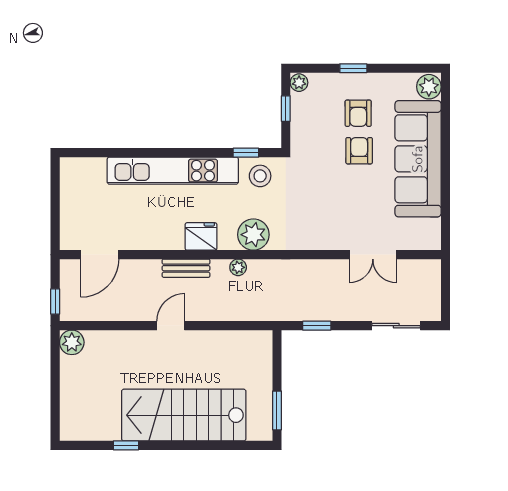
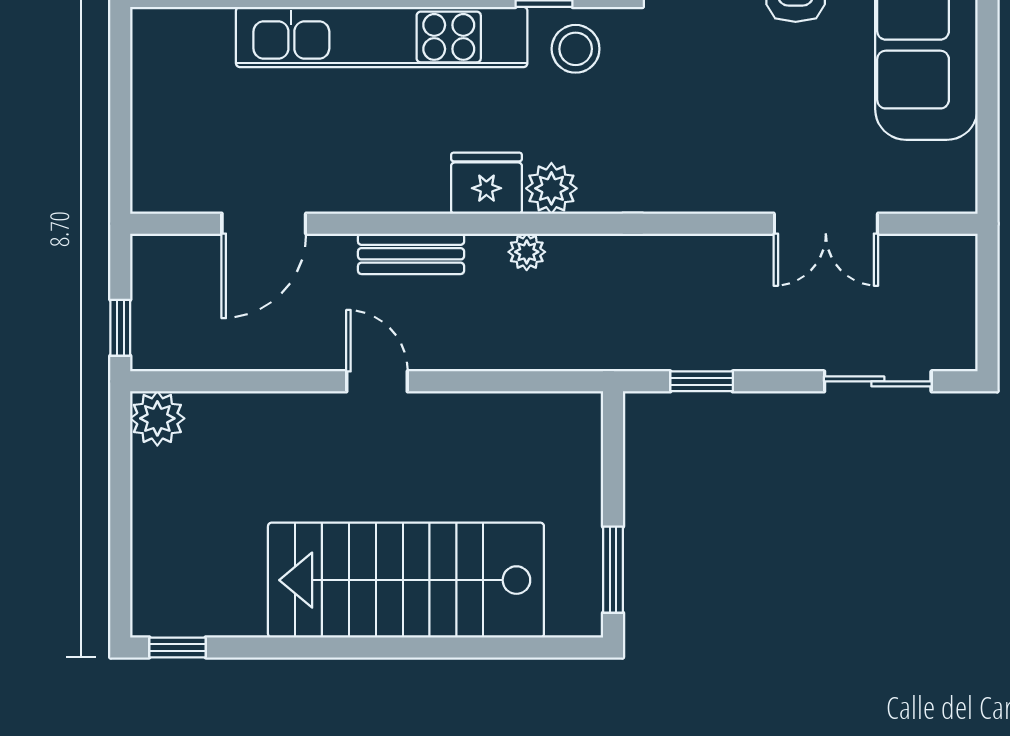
plant: (253, 235) -> (551, 188), width x0.73, depth x0.73
fridge: (201, 236) -> (486, 183), moved
door: (100, 255) -> (264, 224), moved
door: (171, 326) -> (377, 381), hinge flipped
window: (126, 445) -> (177, 647), moved

